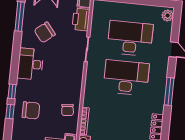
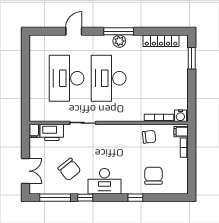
plant: (168, 15) -> (119, 41), moved
window: (10, 112) -> (85, 198), moved

